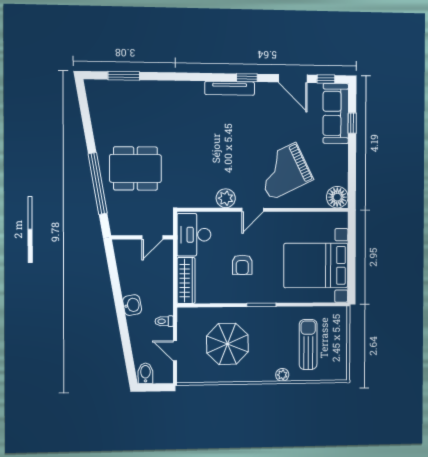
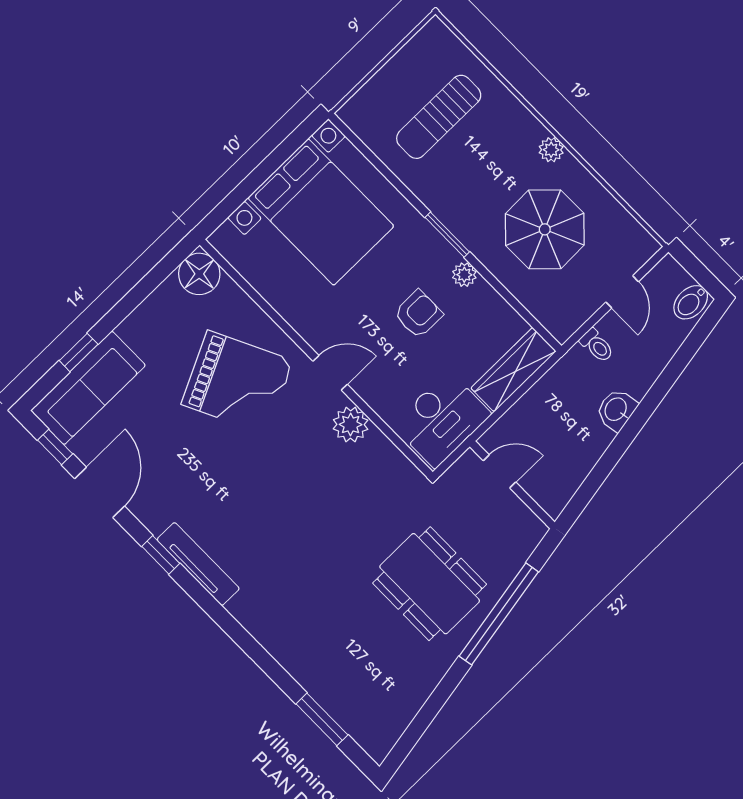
plant: (240, 297) -> (464, 275), added
plant: (282, 375) -> (551, 150), moved

